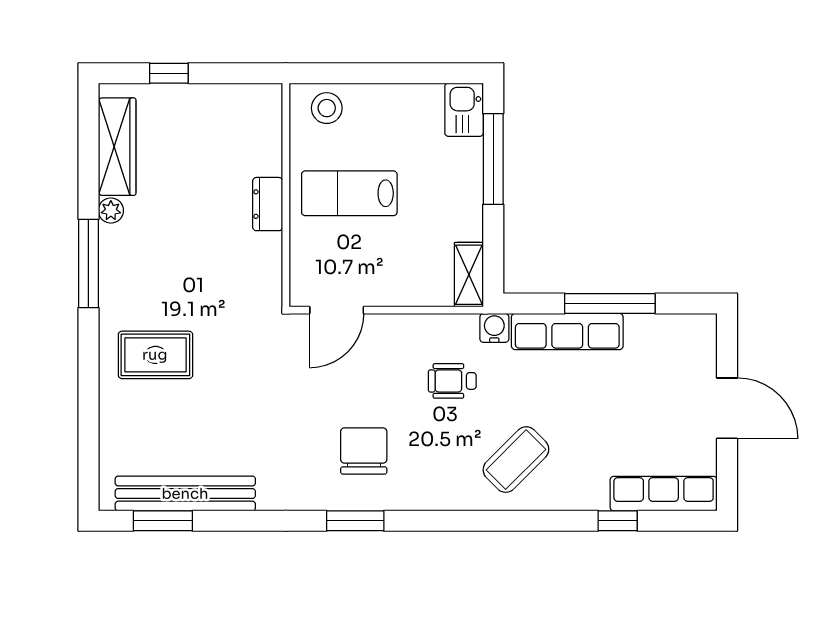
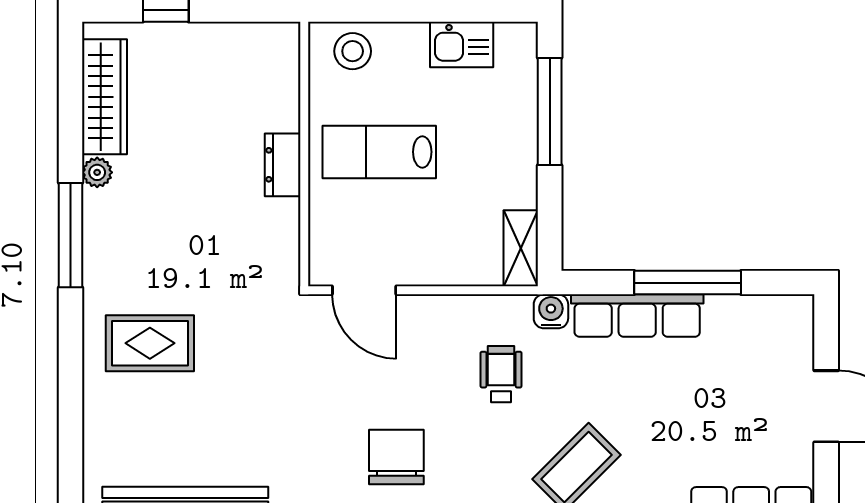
kitchen sink: (464, 110) -> (462, 44), moved, turned -90
door: (337, 310) -> (364, 290), hinge flipped
wheelchair: (452, 381) -> (501, 374), turned 90

